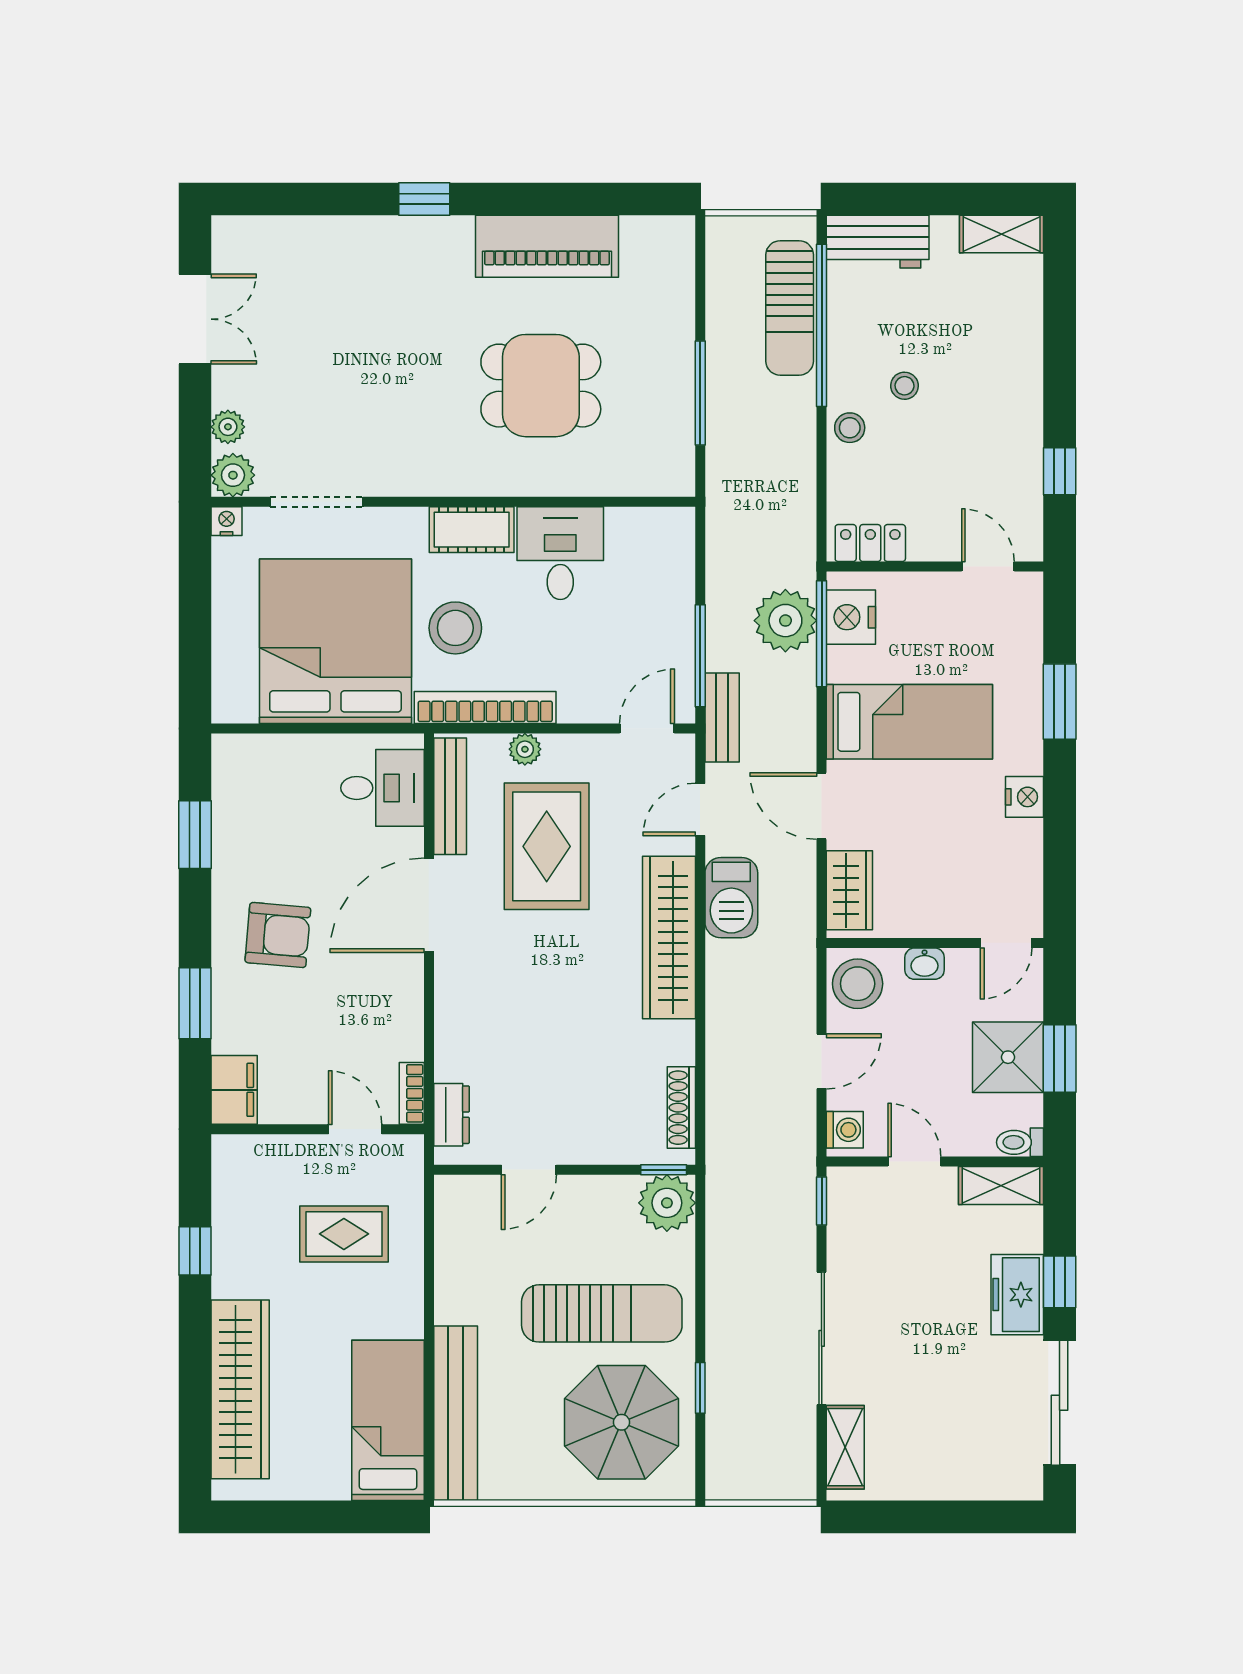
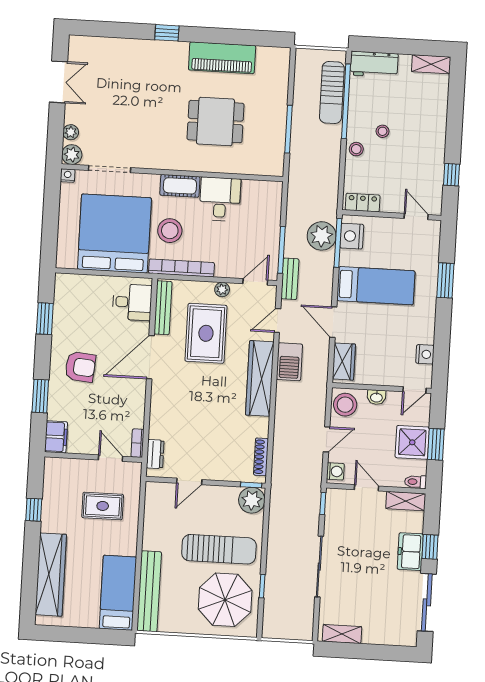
plant: (525, 749) -> (222, 290), moved
nightstand: (1024, 797) -> (425, 354), moved
shelving: (845, 1447) -> (342, 634), moved, turned 90

